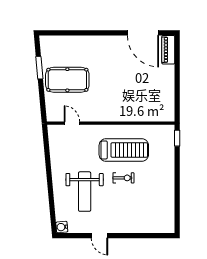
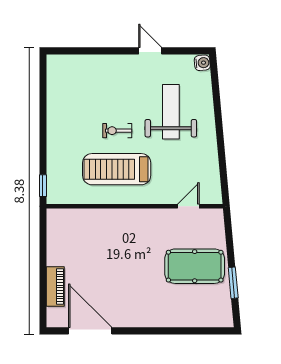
piano: (168, 50) -> (55, 286), moved
door: (72, 123) -> (188, 206), swing flipped

